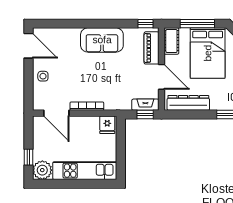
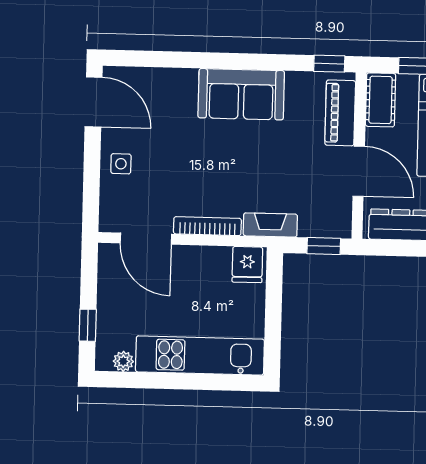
fireplace: (145, 105) -> (270, 225), moved
plant: (42, 170) -> (123, 361), width x0.53, depth x0.53

